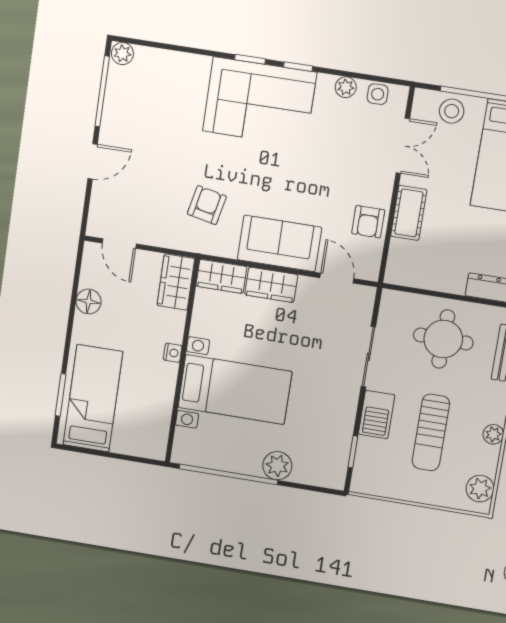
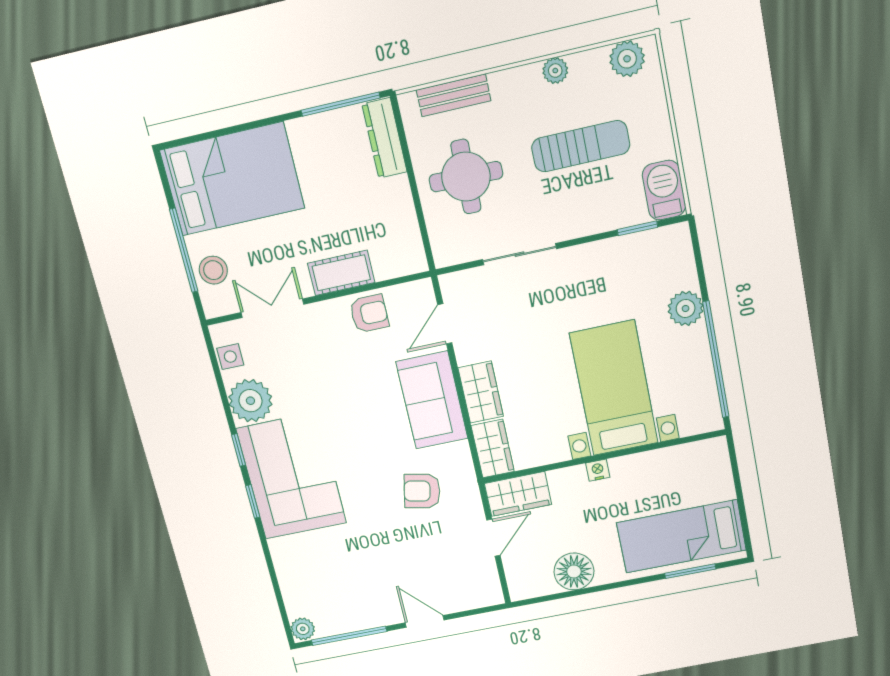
plant: (346, 87) -> (250, 401), width x1.88, depth x1.88
door: (119, 244) -> (493, 538), moved
floor lamp: (89, 301) -> (574, 571), width x1.38, depth x1.38
barbecue: (377, 415) -> (664, 190), moved, turned -90

